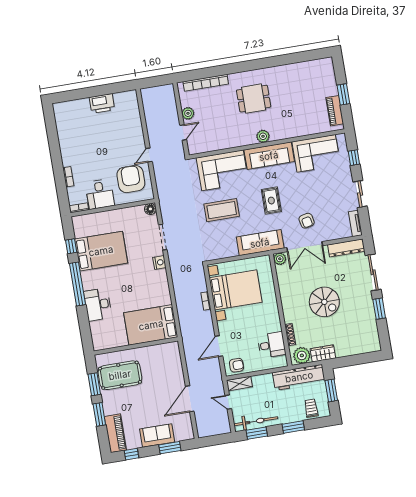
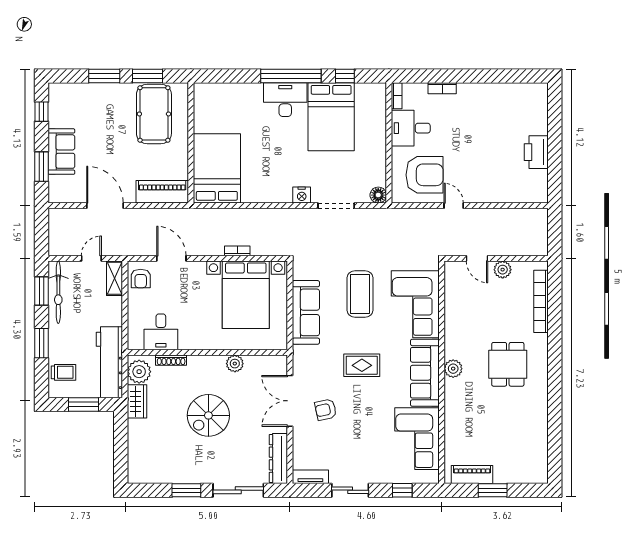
sofa: (260, 243) -> (306, 312), moved
plant: (280, 259) -> (235, 364), moved
desk: (98, 304) -> (285, 100), moved
piano: (115, 433) -> (162, 192), moved, turned 180

